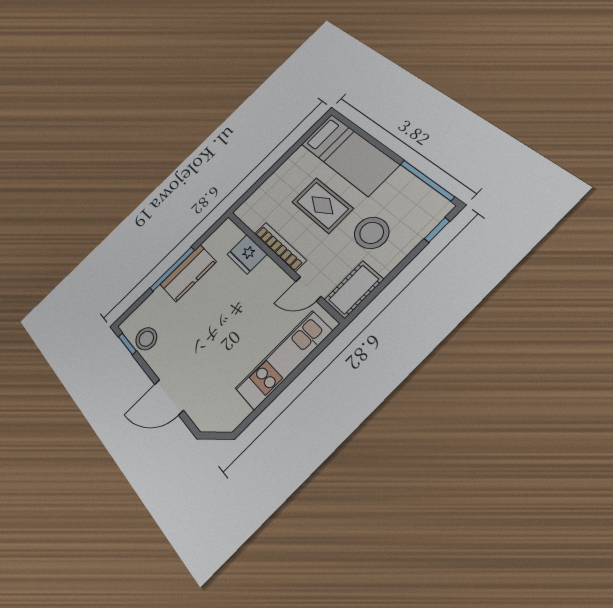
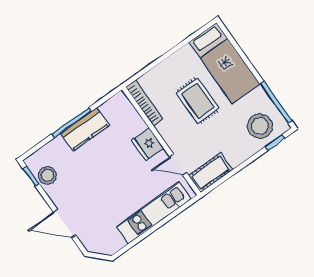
stool: (372, 233) -> (260, 126), moved
bookcase: (280, 247) -> (145, 103), moved
fridge: (247, 254) -> (148, 144), moved

